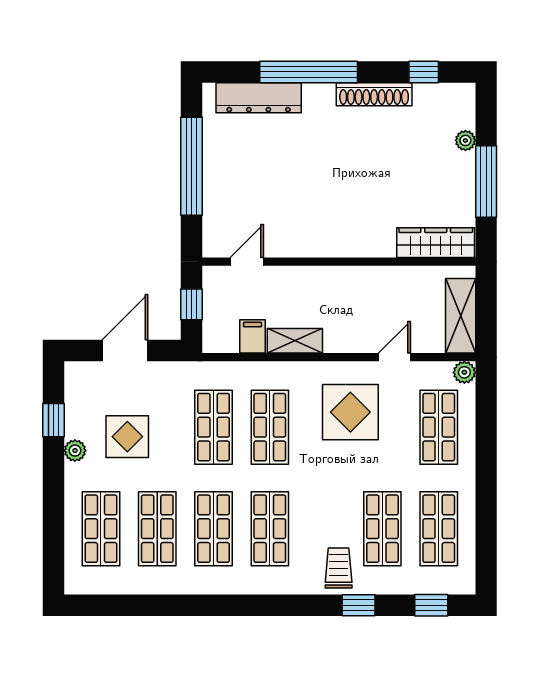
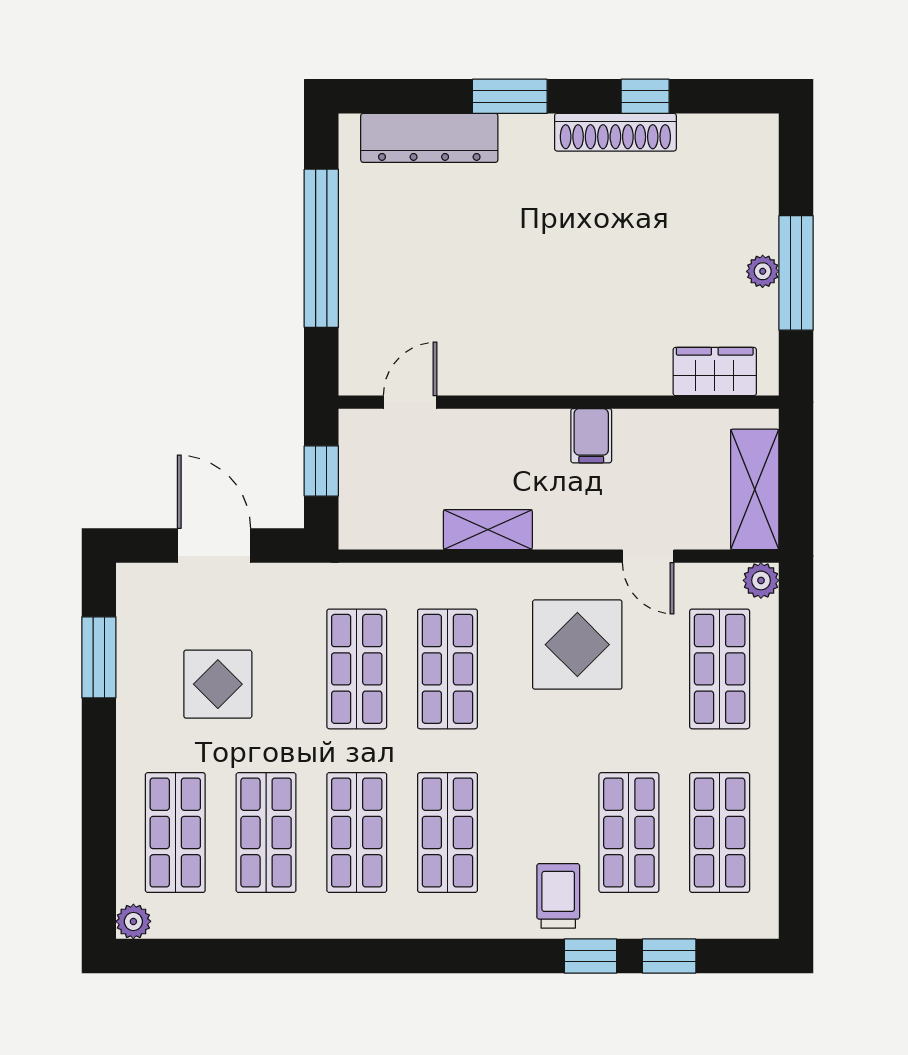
window: (309, 72) -> (510, 96), width x0.47
window: (424, 72) -> (645, 96), moved
plant: (465, 140) -> (763, 271), moved
wardrobe: (436, 243) -> (715, 372), width x0.67
filing cabinet: (253, 336) -> (591, 436), moved, turned 180
door: (125, 351) -> (214, 545), hinge flipped
door: (394, 357) -> (648, 556), swing flipped
window: (54, 420) -> (99, 657), width x1.50
plant: (75, 451) -> (133, 921), moved
window: (431, 605) -> (669, 956), moved

